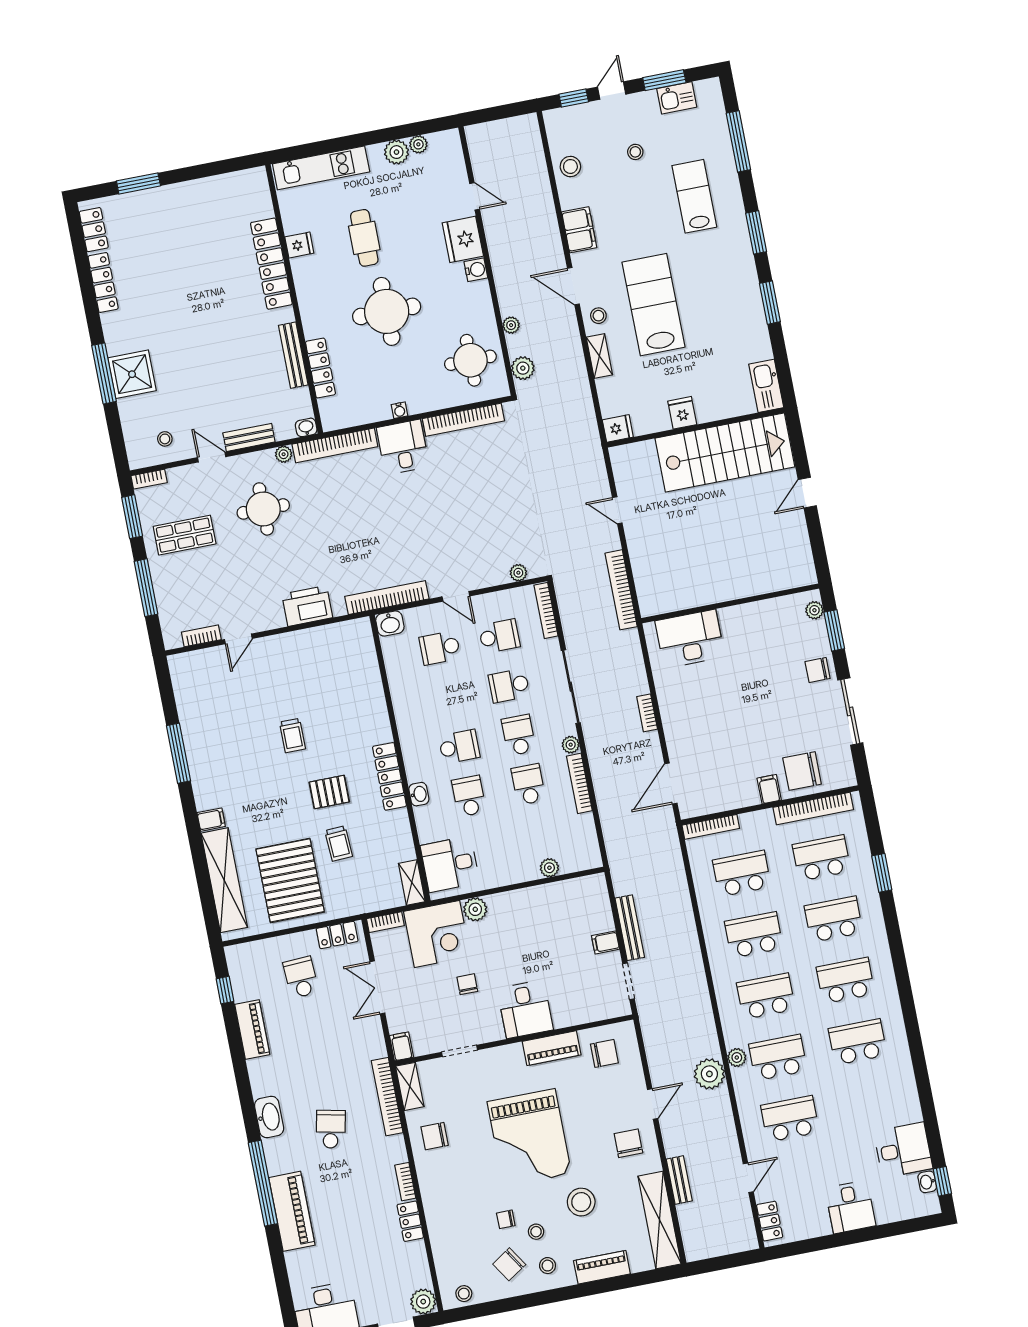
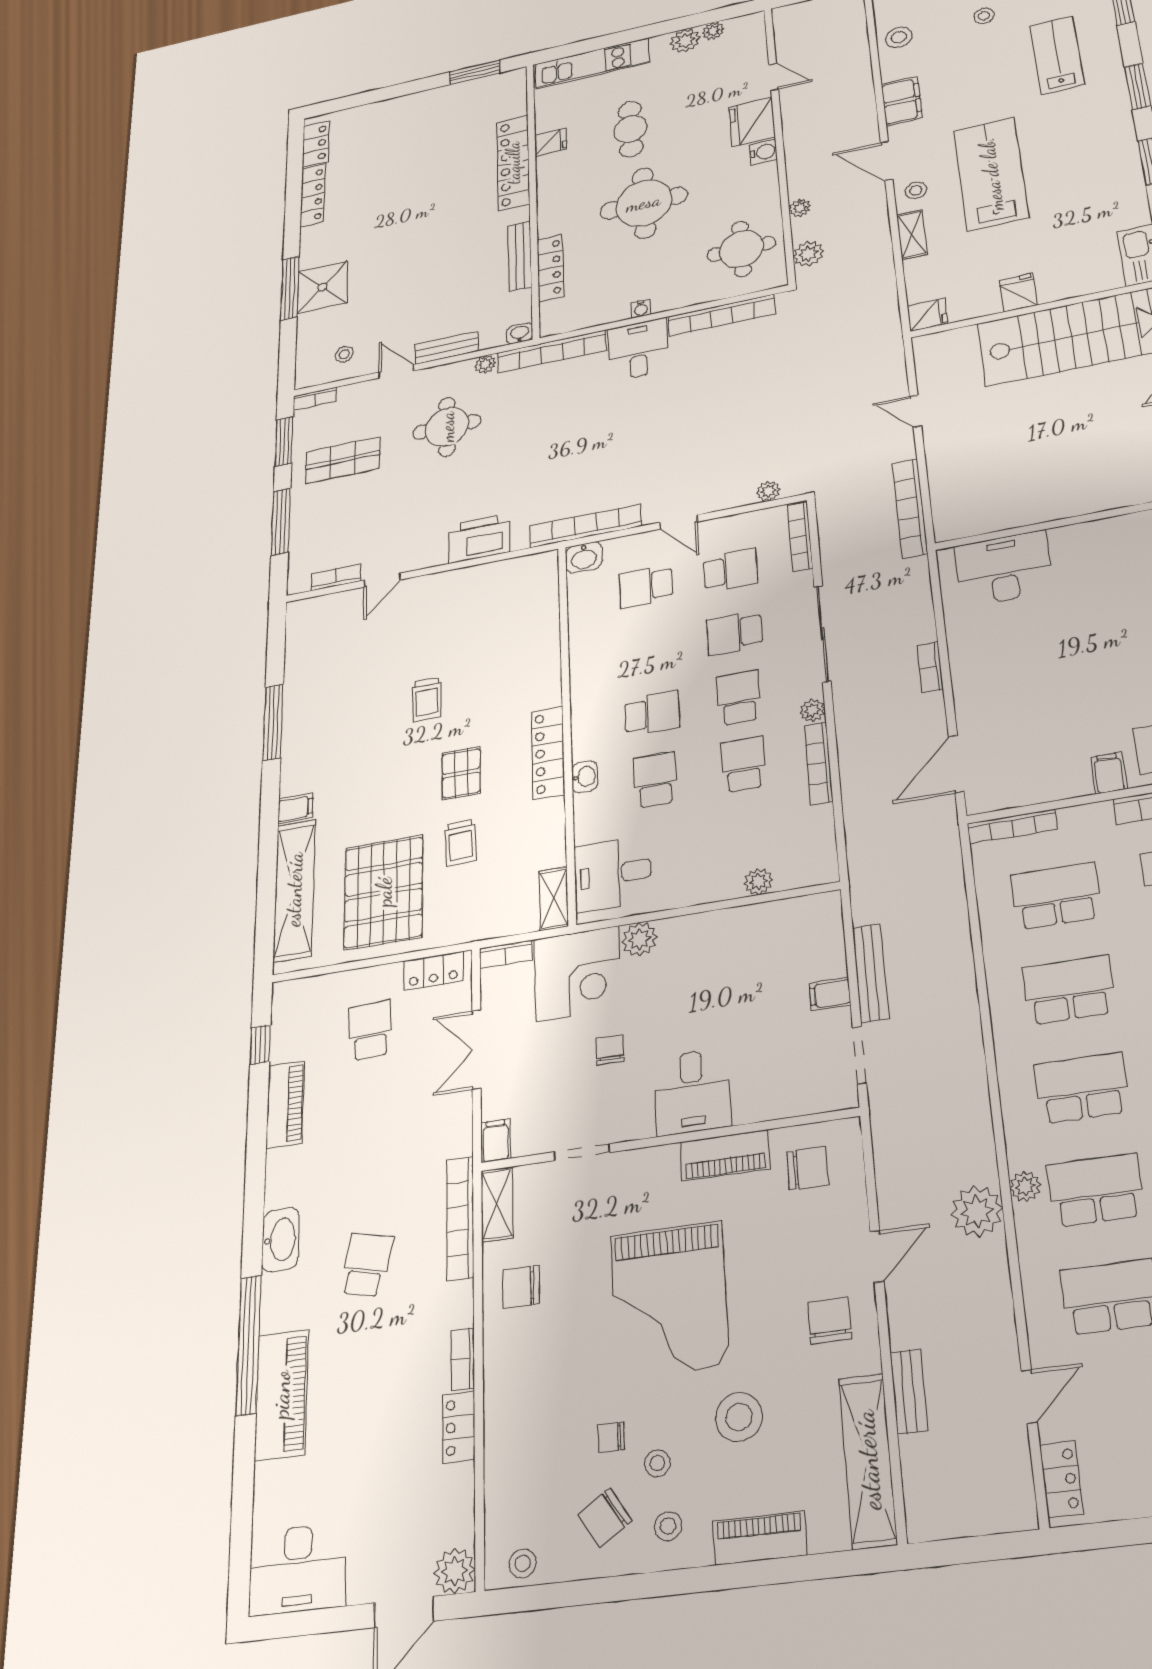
window: (138, 183) -> (475, 72), moved
pallet: (329, 792) -> (461, 773), turned 90

